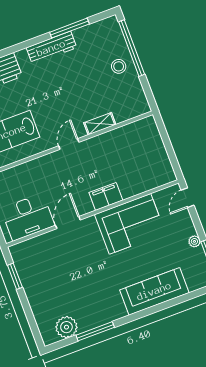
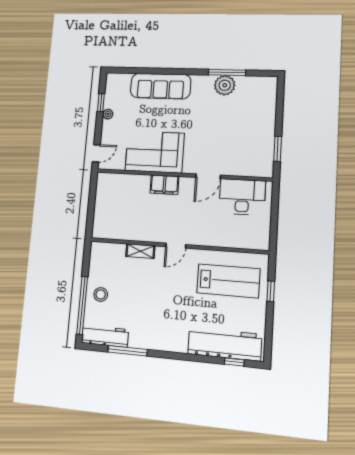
workbench: (51, 48) -> (105, 336), moved
plant: (66, 327) -> (225, 85), moved

